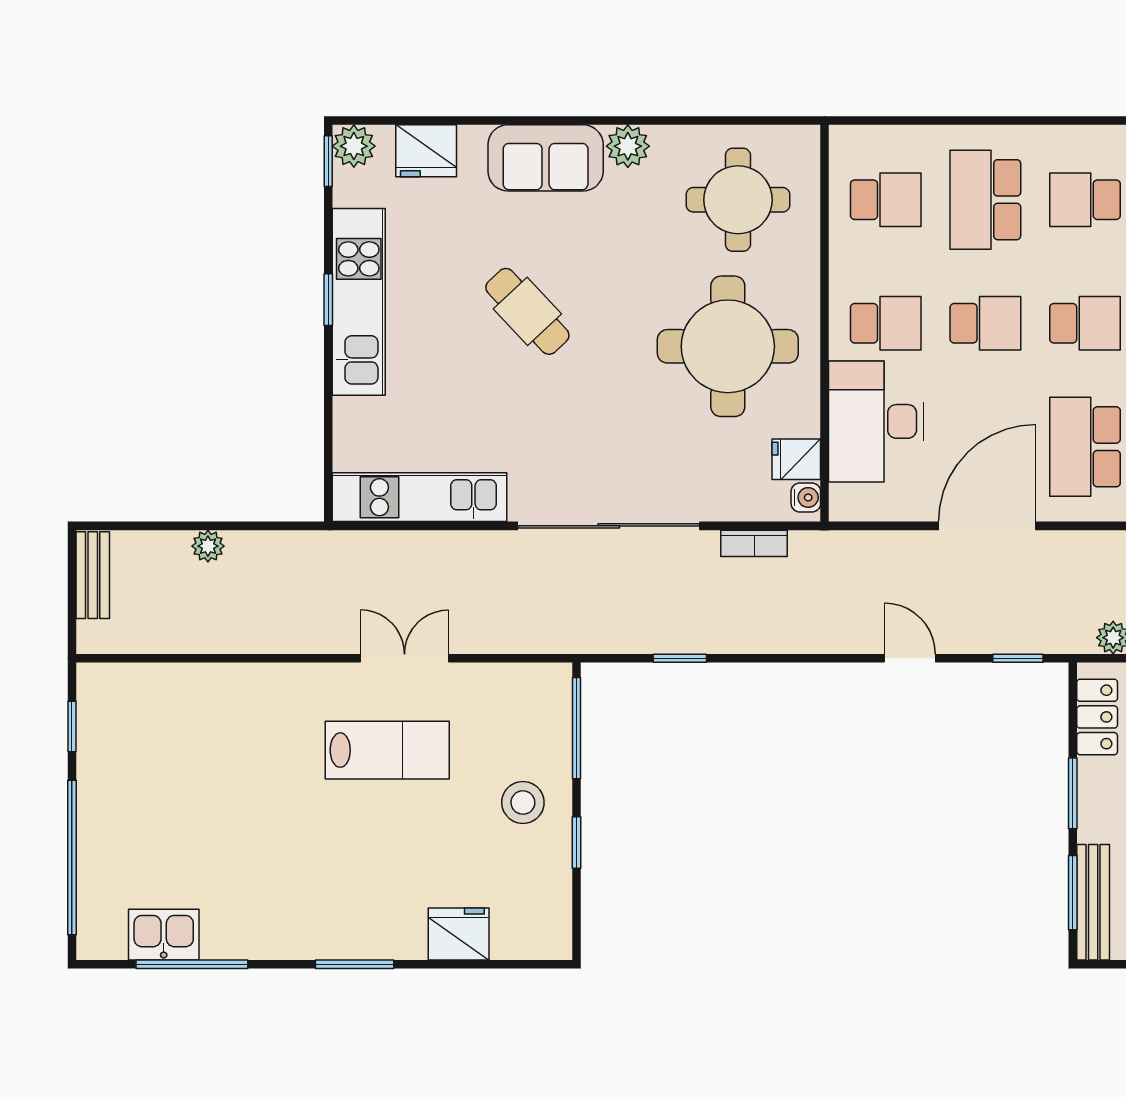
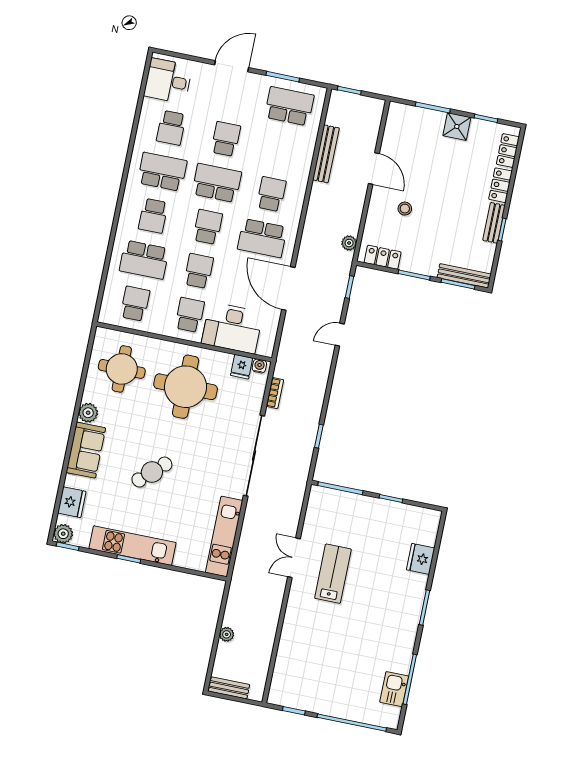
stool: (523, 802) -> (368, 519), removed

